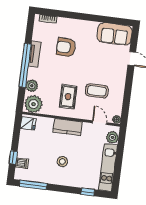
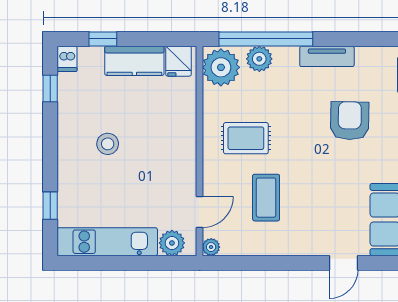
window: (25, 65) -> (266, 39), moved
kitchen counter: (68, 127) -> (134, 61), moved, turned -90
dishwasher: (22, 163) -> (67, 59), moved
window: (33, 185) -> (50, 89), width x0.46

